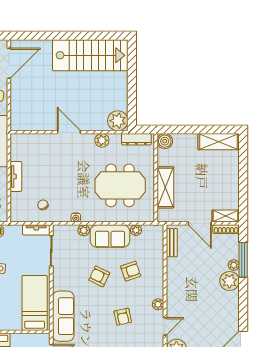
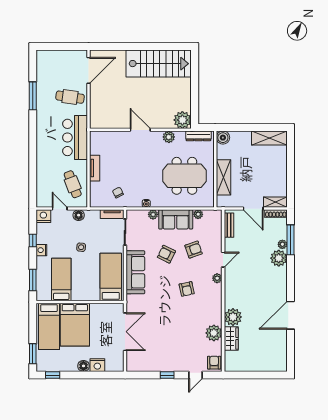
sofa: (63, 316) -> (135, 272), moved
door: (165, 326) -> (223, 260), moved

